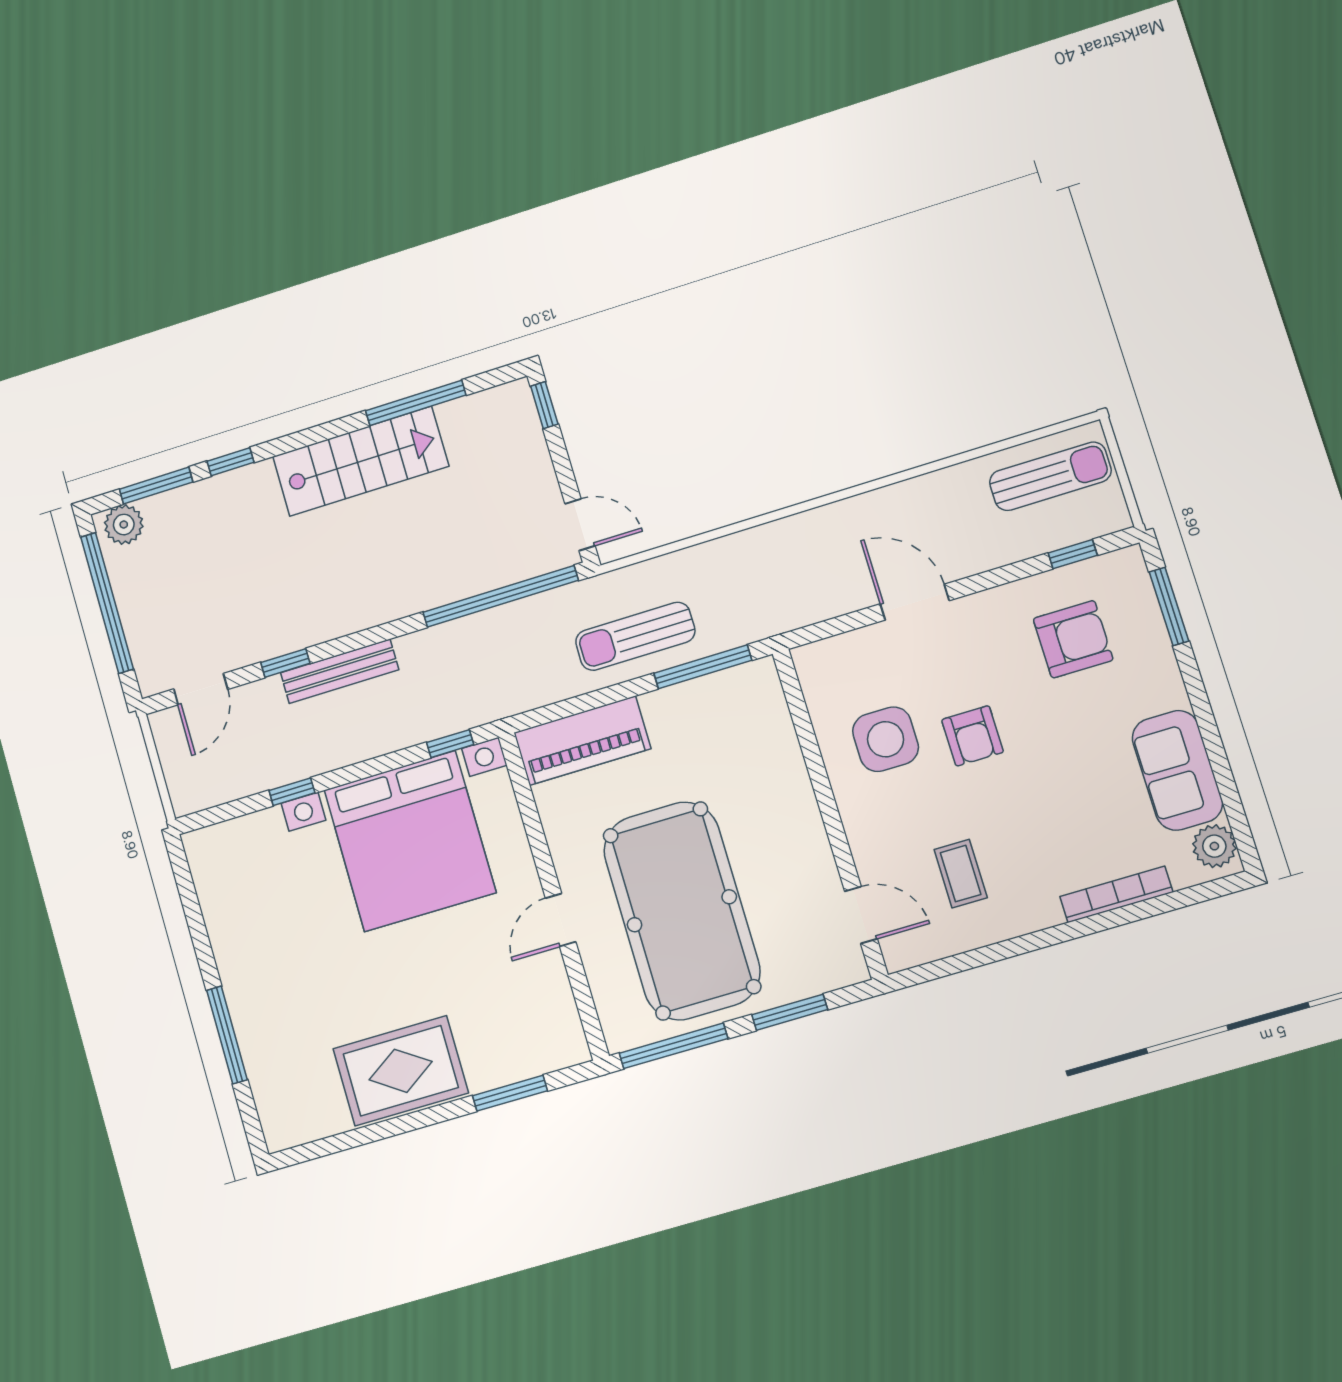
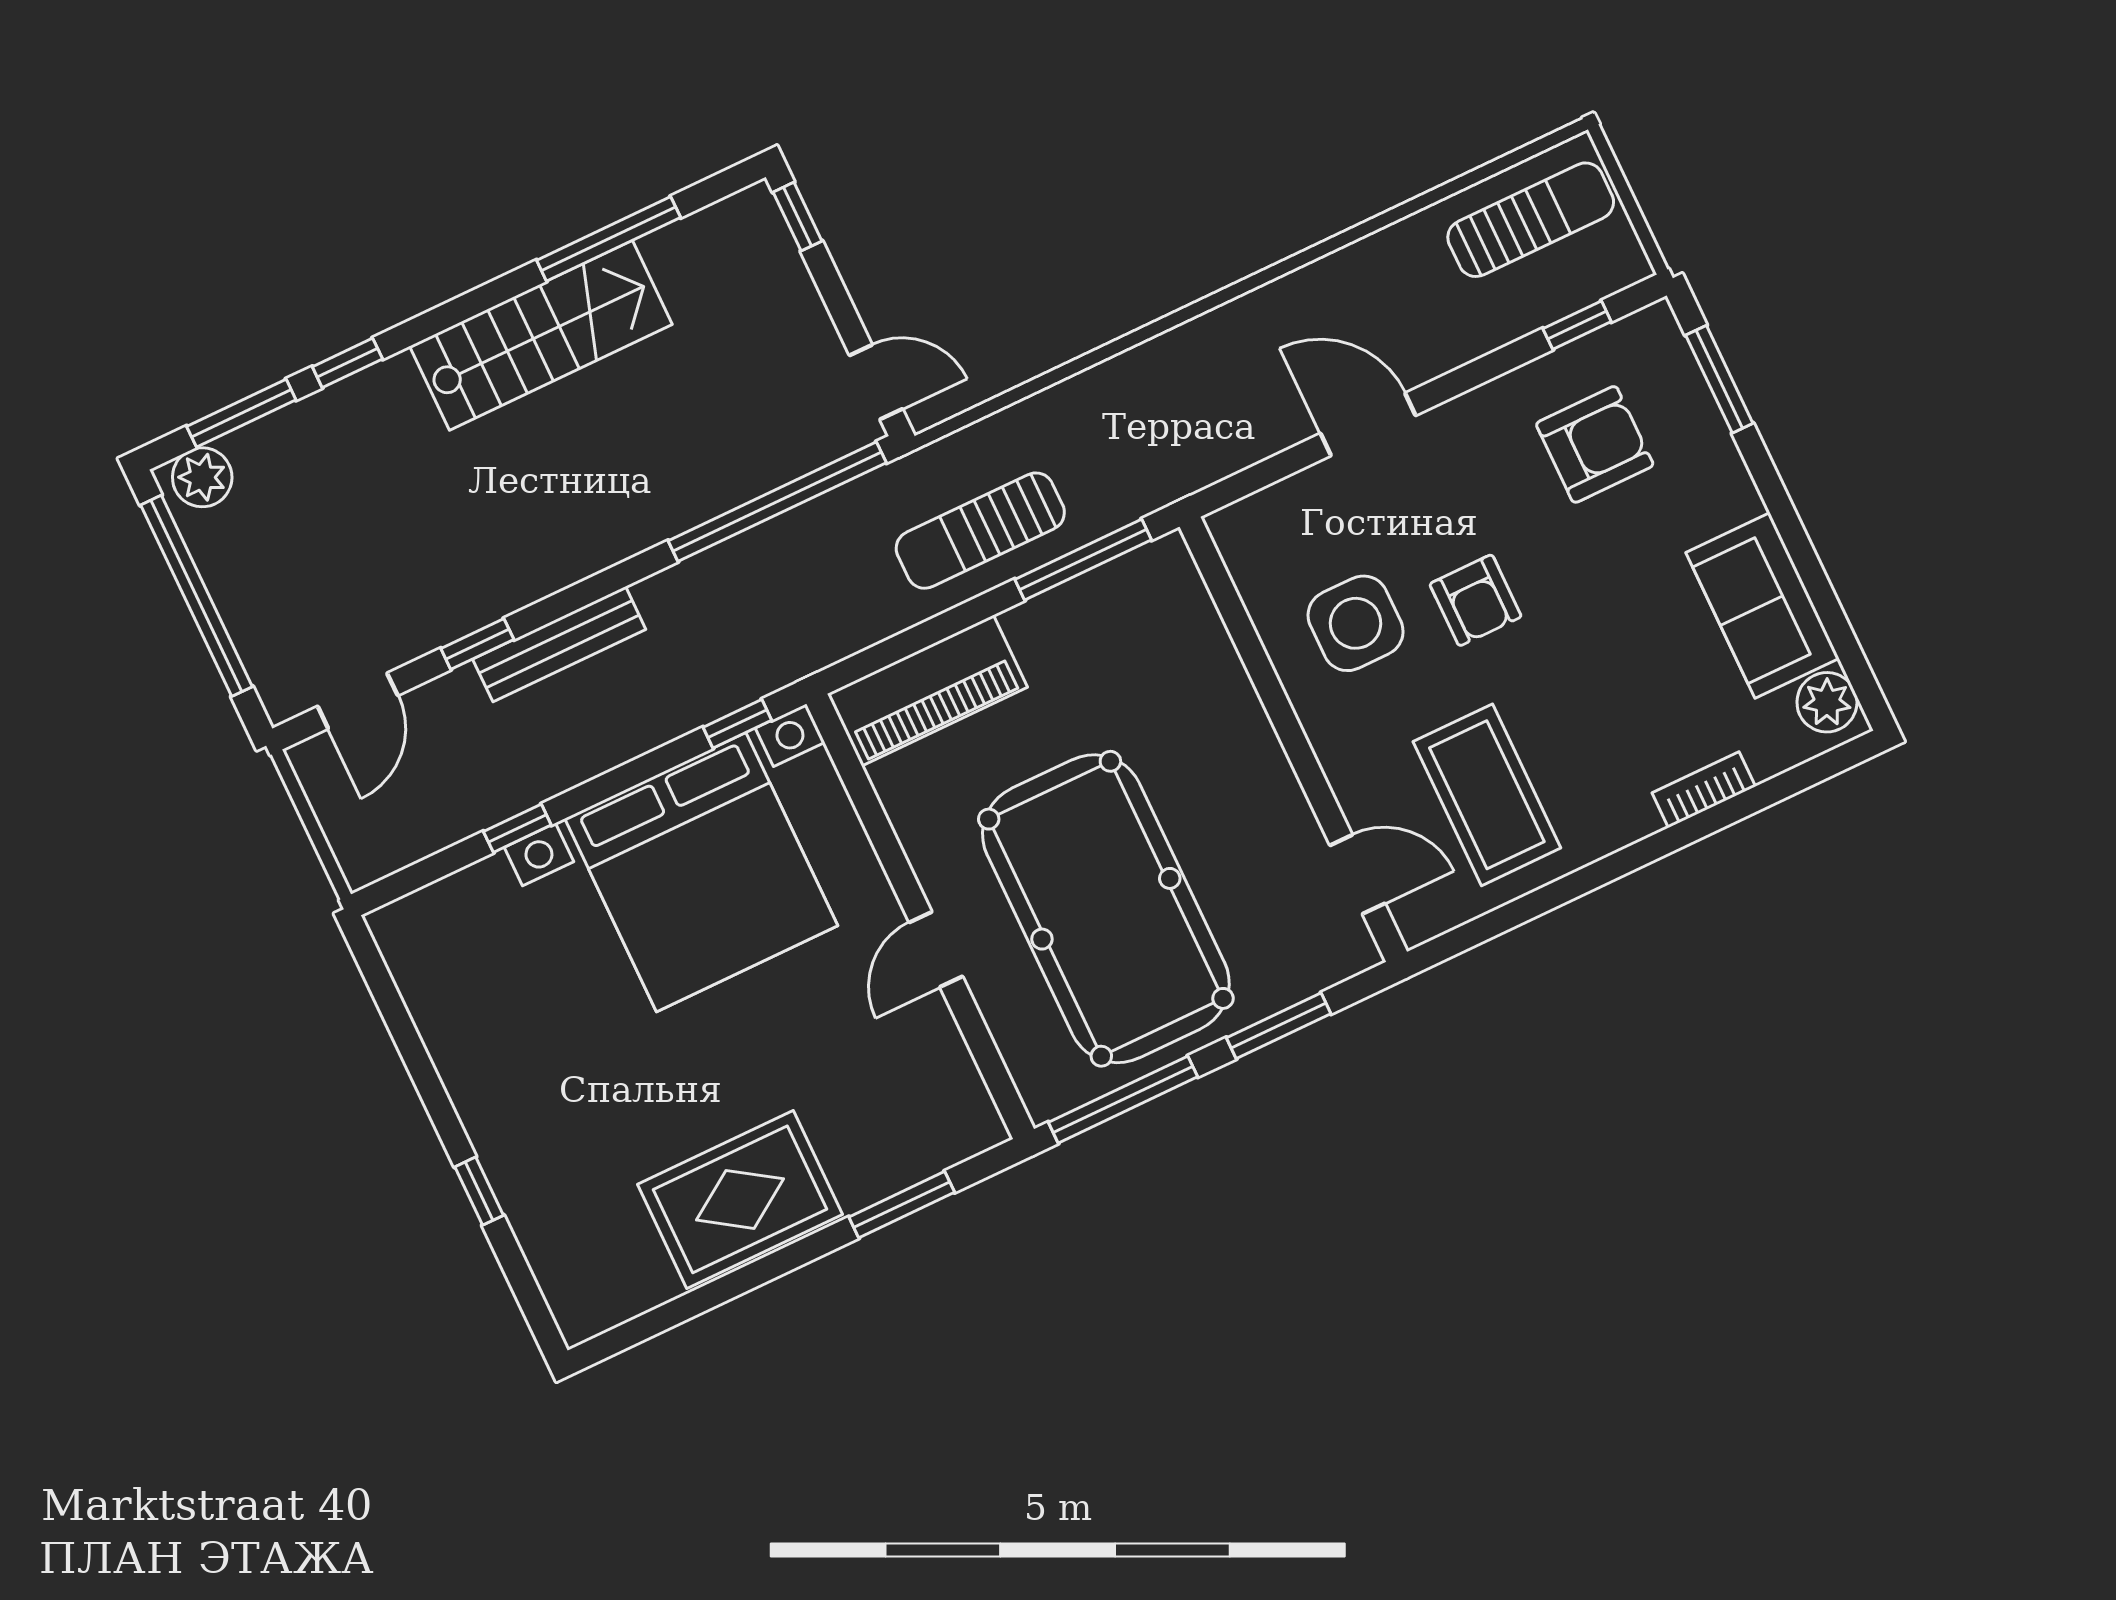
coffee table: (961, 874) -> (1487, 795), width x1.86, depth x1.72
bookcase: (1116, 894) -> (1704, 790), width x0.64
window: (227, 1035) -> (479, 1191), width x0.46

